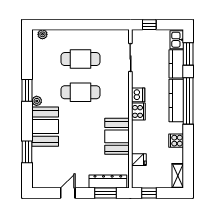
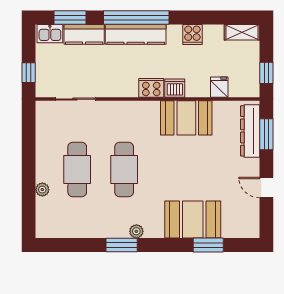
plant: (42, 34) -> (42, 190), moved
dishwasher: (138, 95) -> (175, 88), moved
booth: (45, 127) -> (193, 220), moved

